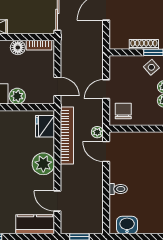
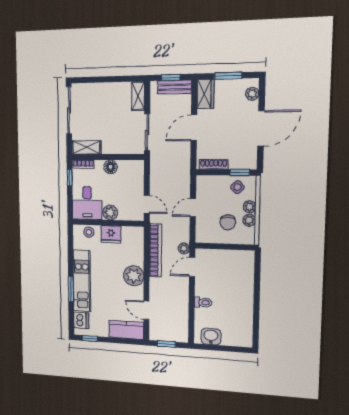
shoe rack: (144, 44) -> (214, 164), moved
bookcase: (39, 45) -> (130, 165), removed
chair: (123, 111) -> (228, 222), moved, turned 180
fridge: (45, 126) -> (111, 234), moved, turned -90
door: (106, 151) -> (192, 267), hinge flipped

